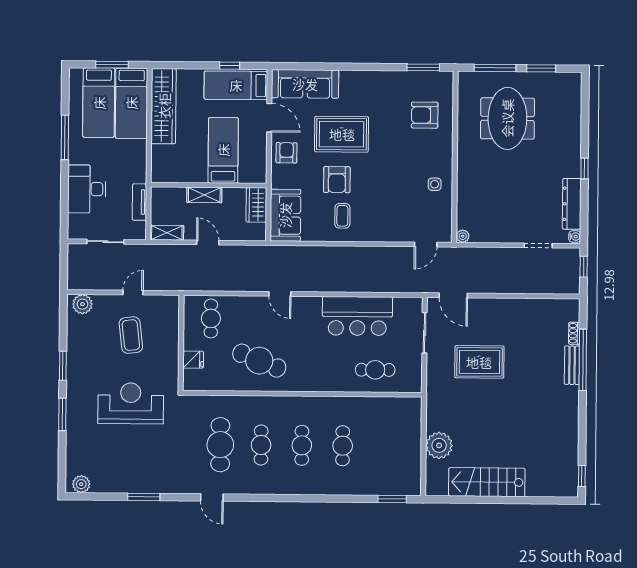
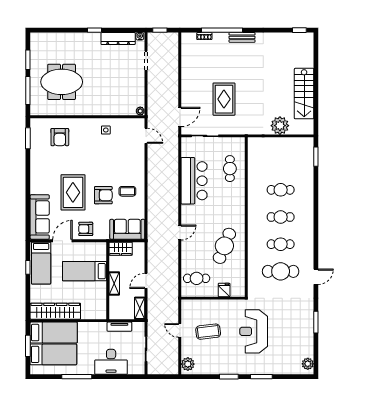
bench: (572, 365) -> (242, 37), moved

